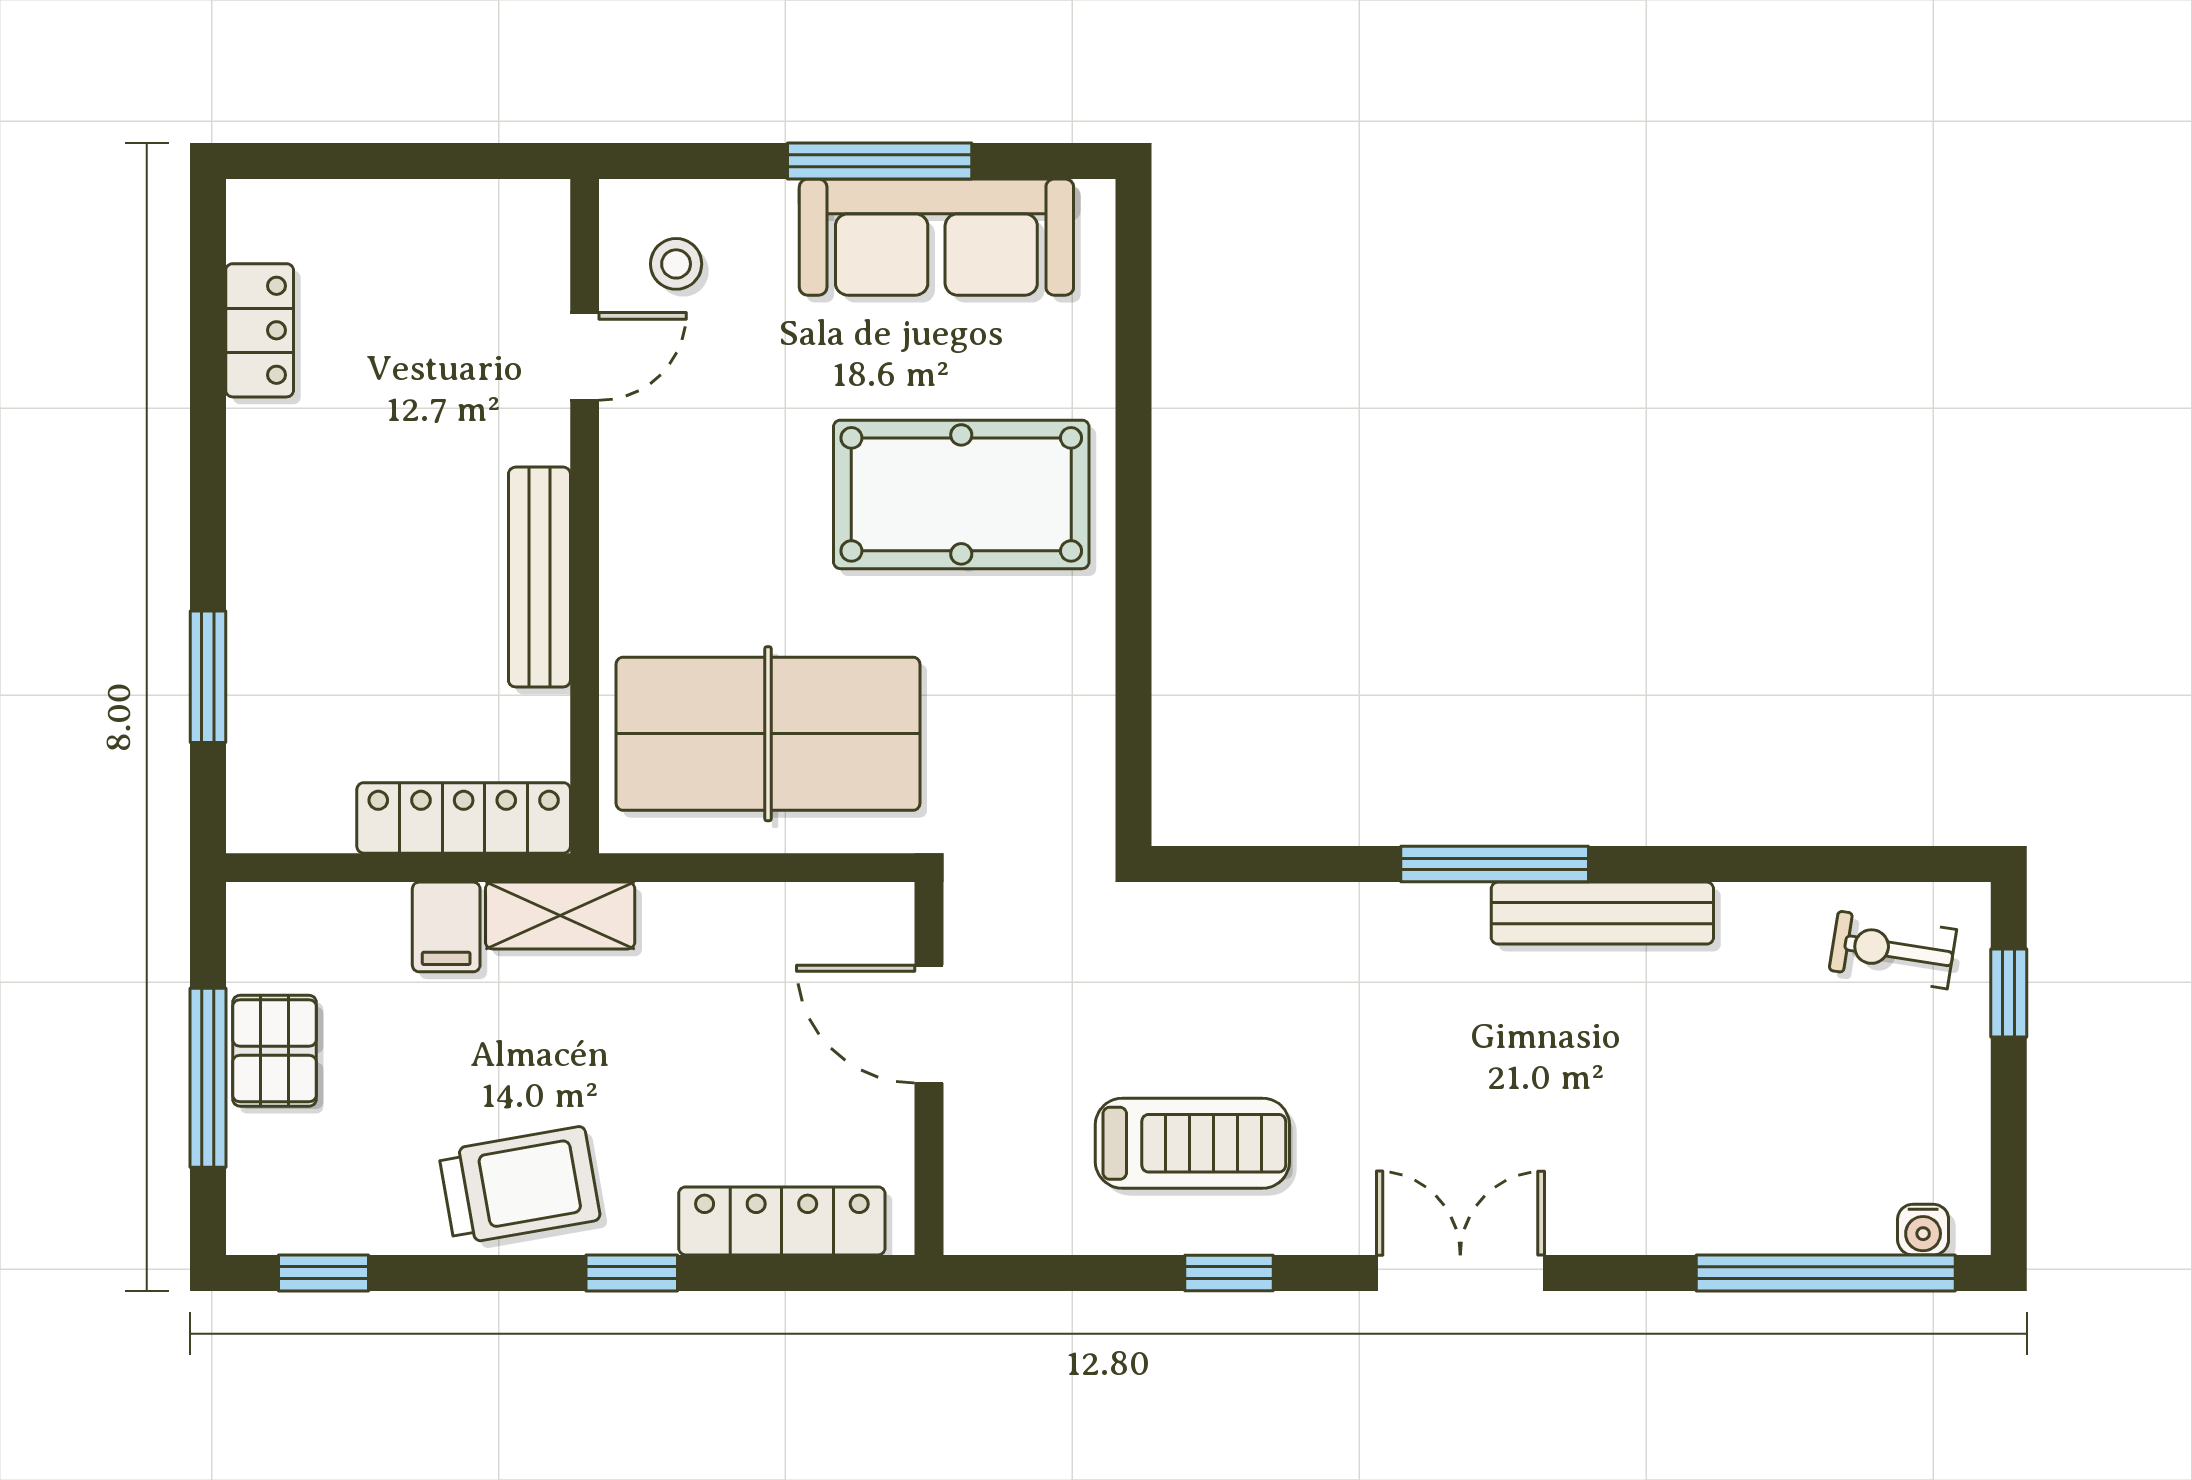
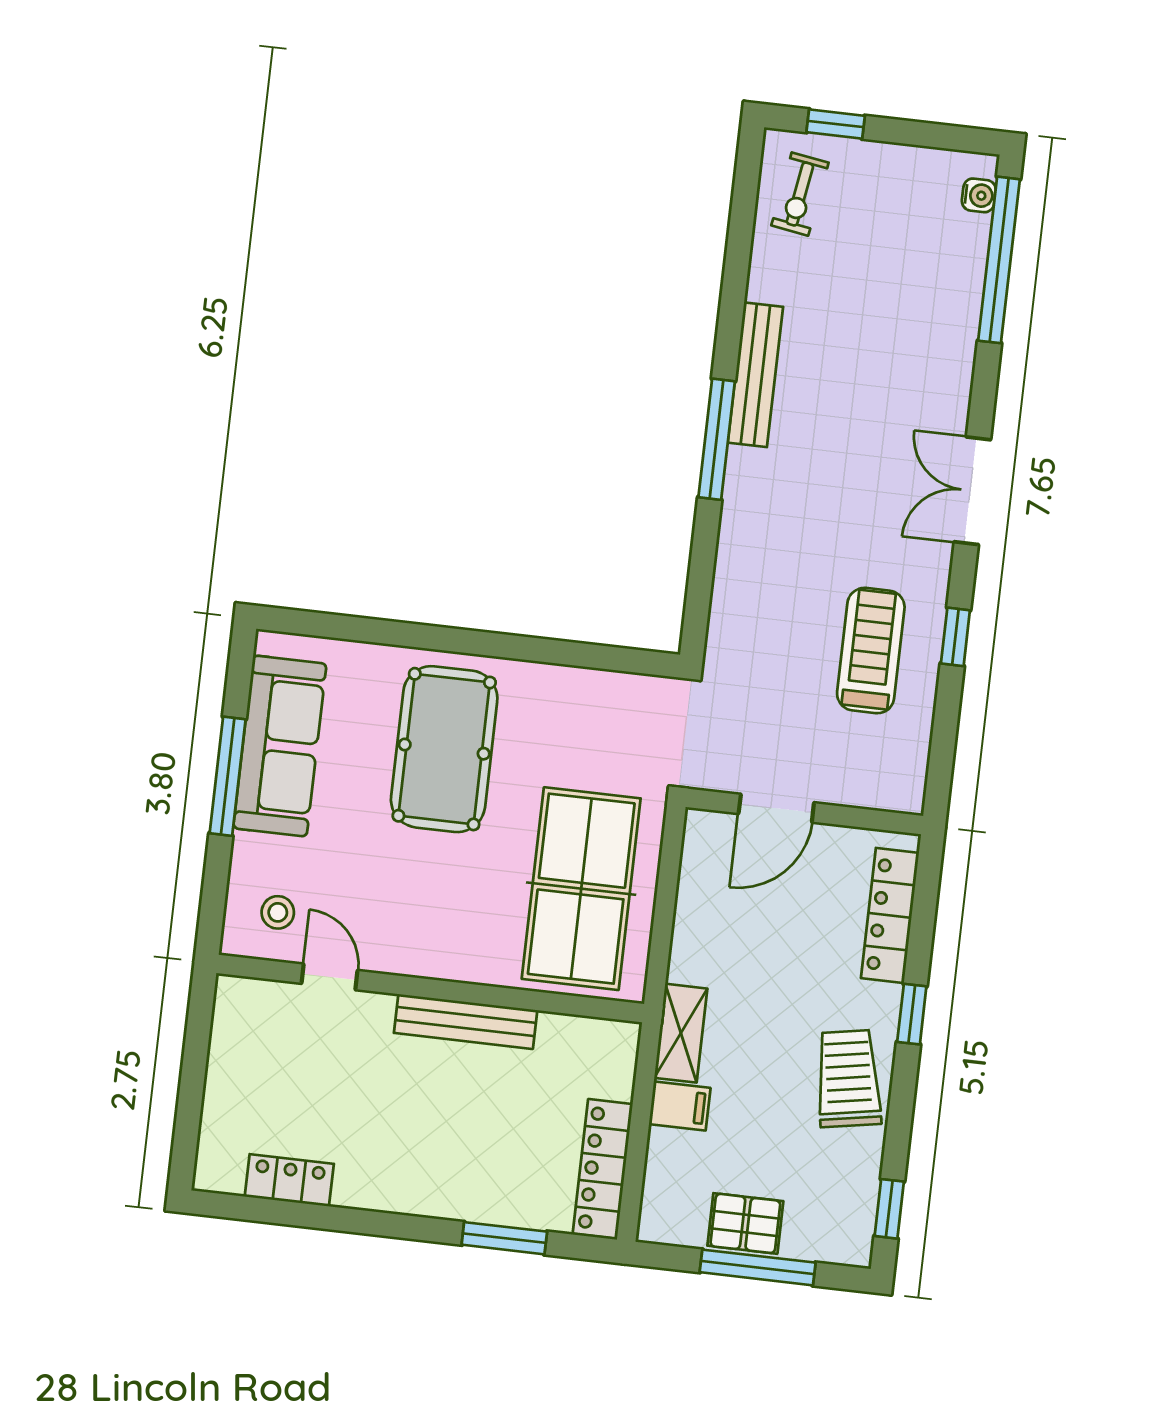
locker: (464, 818) -> (603, 1169), moved

